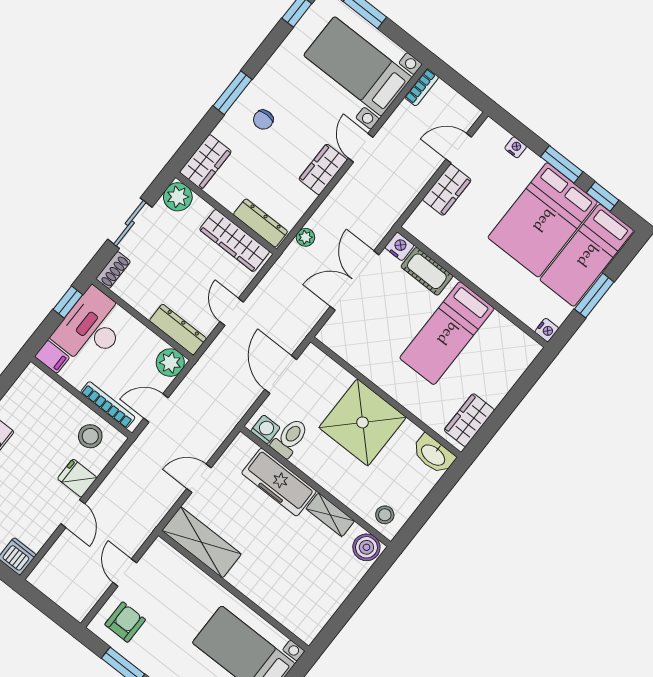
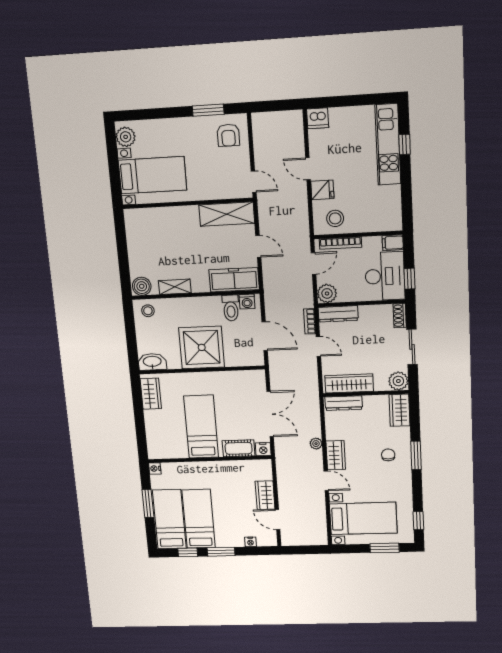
bookcase: (422, 87) -> (310, 321), moved
door: (459, 148) -> (278, 519), swing flipped
bed: (543, 220) -> (199, 519), width x0.67
plant: (305, 237) -> (316, 444), moved
door: (199, 478) -> (258, 246), hinge flipped
freezer: (279, 482) -> (234, 280), moved
door: (125, 573) -> (254, 182), moved

